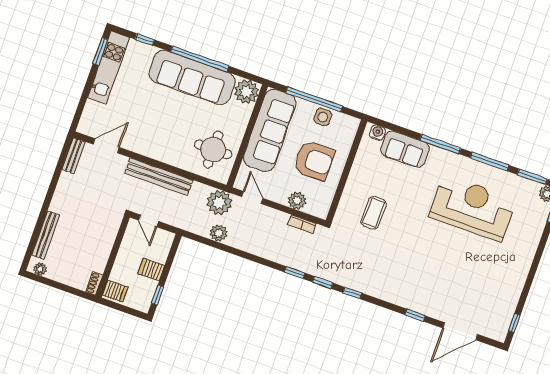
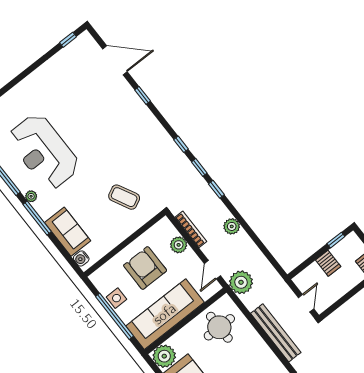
plant: (458, 160) -> (31, 196), added
coffee table: (374, 213) -> (124, 197), turned 62
bookcase: (302, 224) -> (191, 229), width x1.56
plant: (219, 233) -> (232, 226), moved

